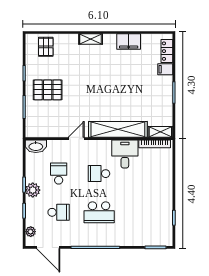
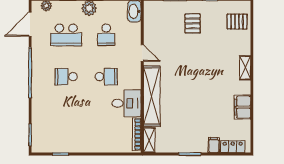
pallet: (48, 90) -> (193, 23), width x0.67, depth x0.71
school desk: (59, 174) -> (106, 35), turned 90
school desk: (99, 174) -> (106, 77), turned 90
school desk: (59, 212) -> (66, 35), width x1.85
school desk: (99, 212) -> (66, 77), width x0.54

